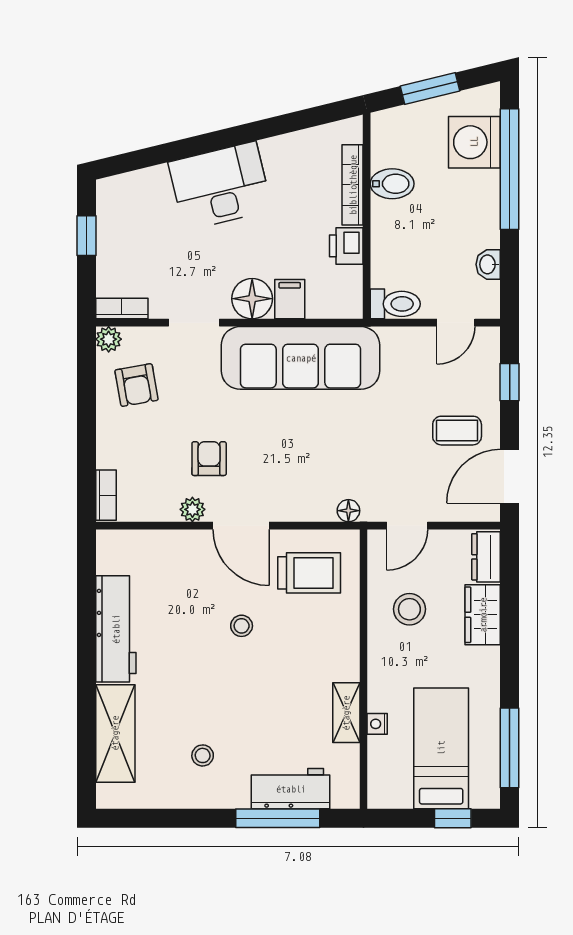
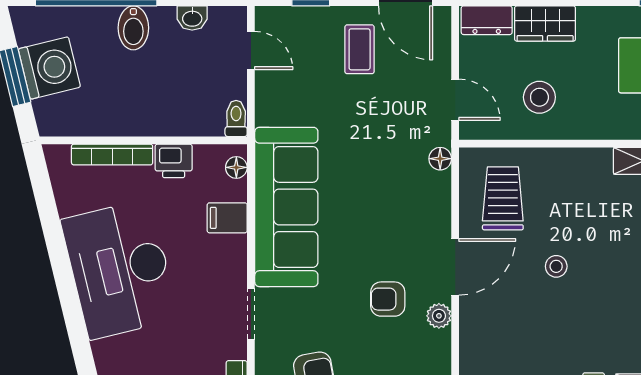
washing machine: (474, 142) -> (49, 68), moved, turned -104
bidet: (392, 184) -> (133, 28), moved, turned 180
desk: (220, 186) -> (120, 269), width x1.36, depth x1.30
floor lamp: (252, 299) -> (236, 167), moved, width x0.53, depth x0.53
toilet: (395, 304) -> (236, 119), width x0.73, depth x0.72

